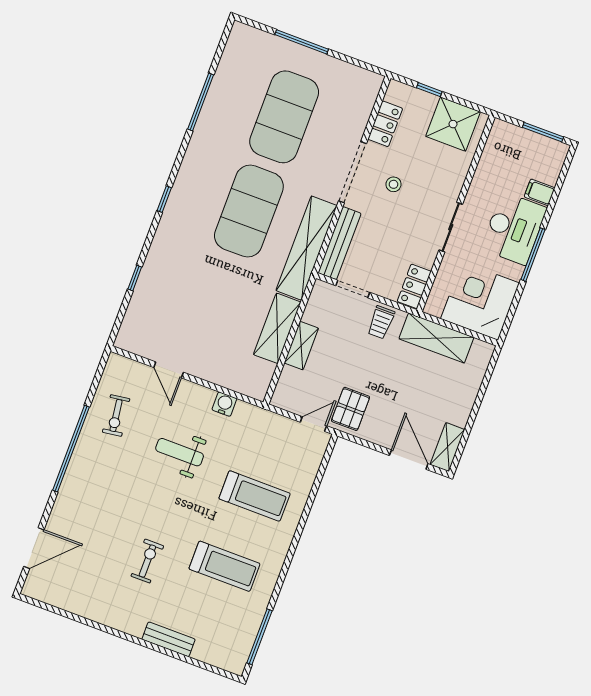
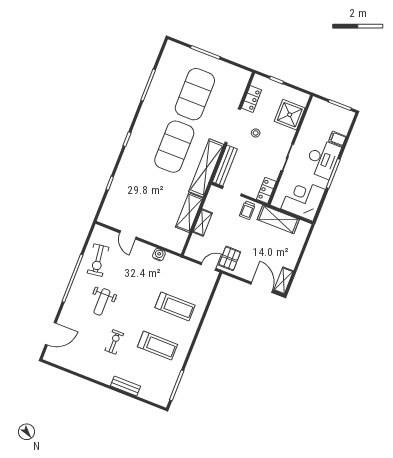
shower: (453, 124) -> (290, 115), moved
exercise bike: (116, 416) -> (98, 260), width x1.38, depth x1.39
weight bench: (180, 452) -> (102, 302), moved, turned -90

